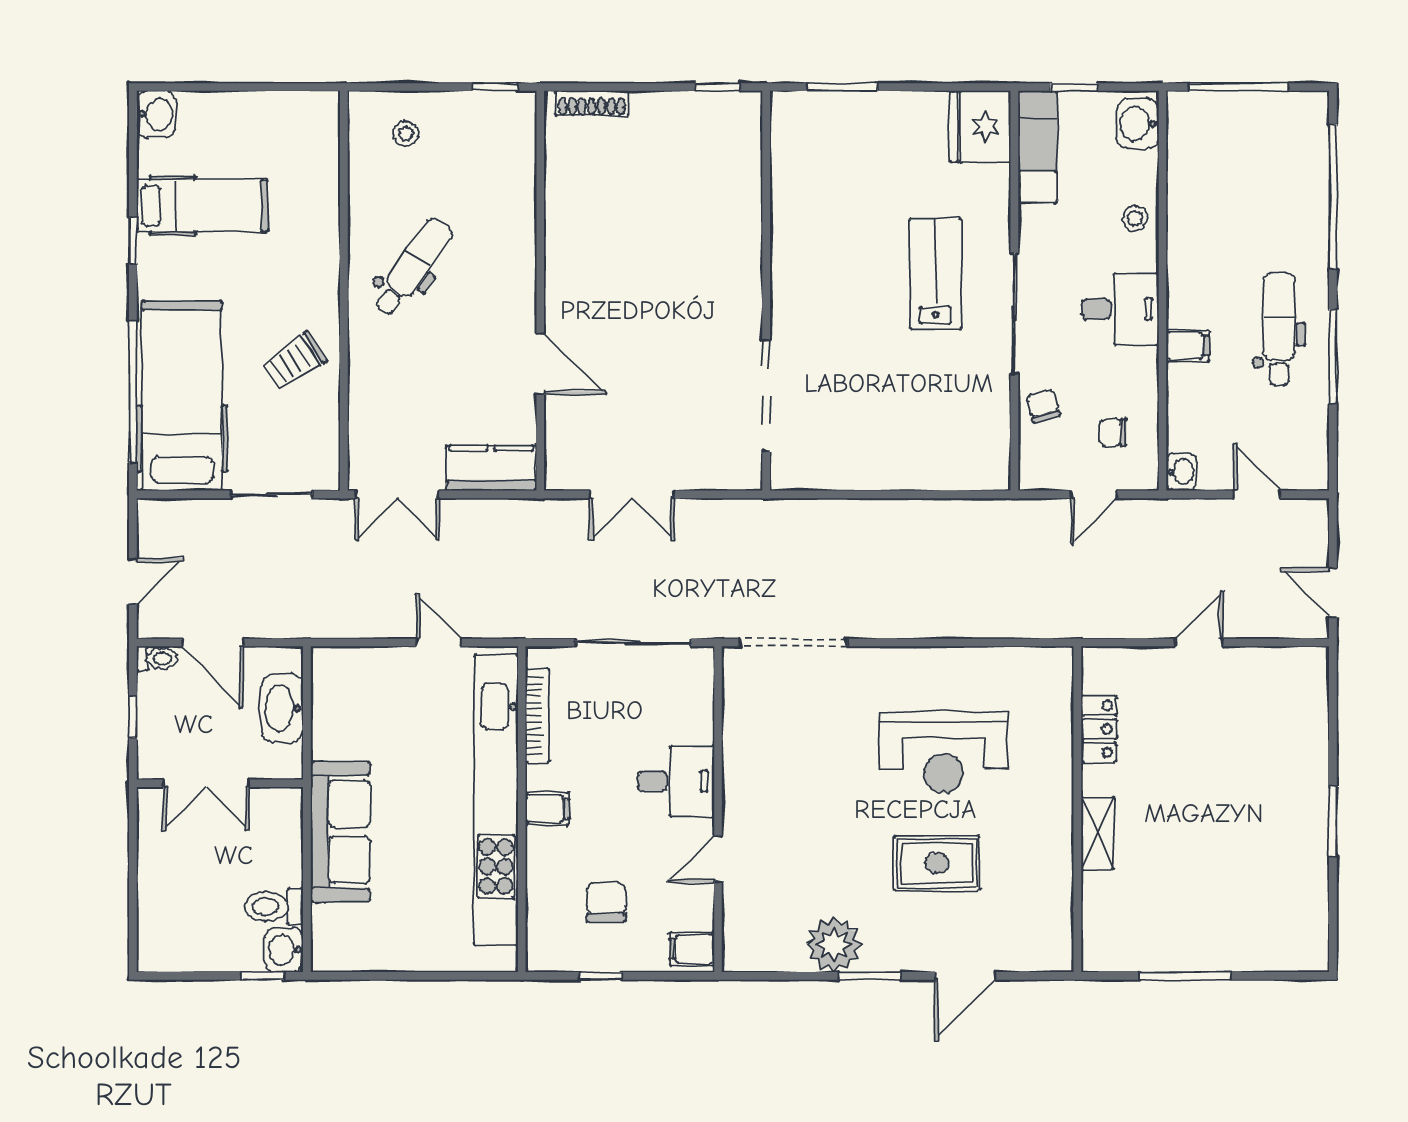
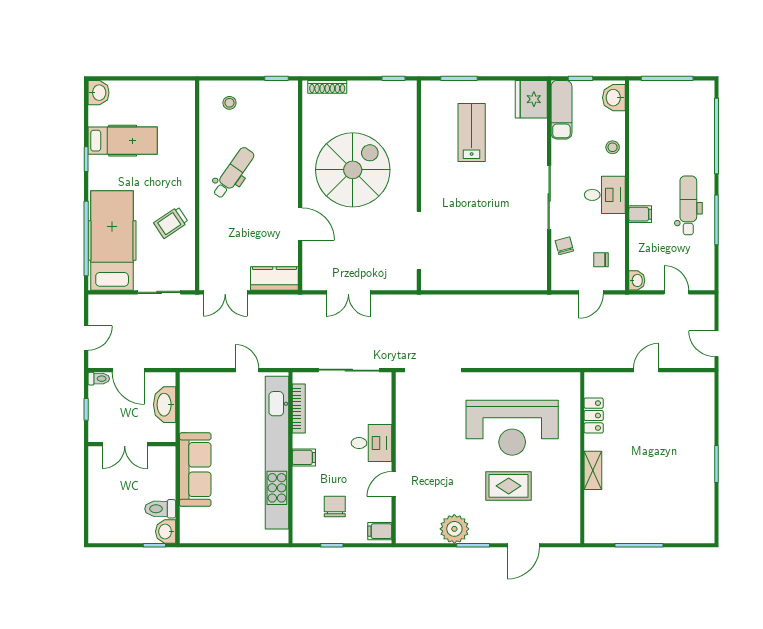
spiral stairs: (640, 261) -> (353, 170), added
lab bench: (935, 274) -> (472, 132), moved
reception desk: (944, 752) -> (512, 428), width x1.36, depth x1.30

